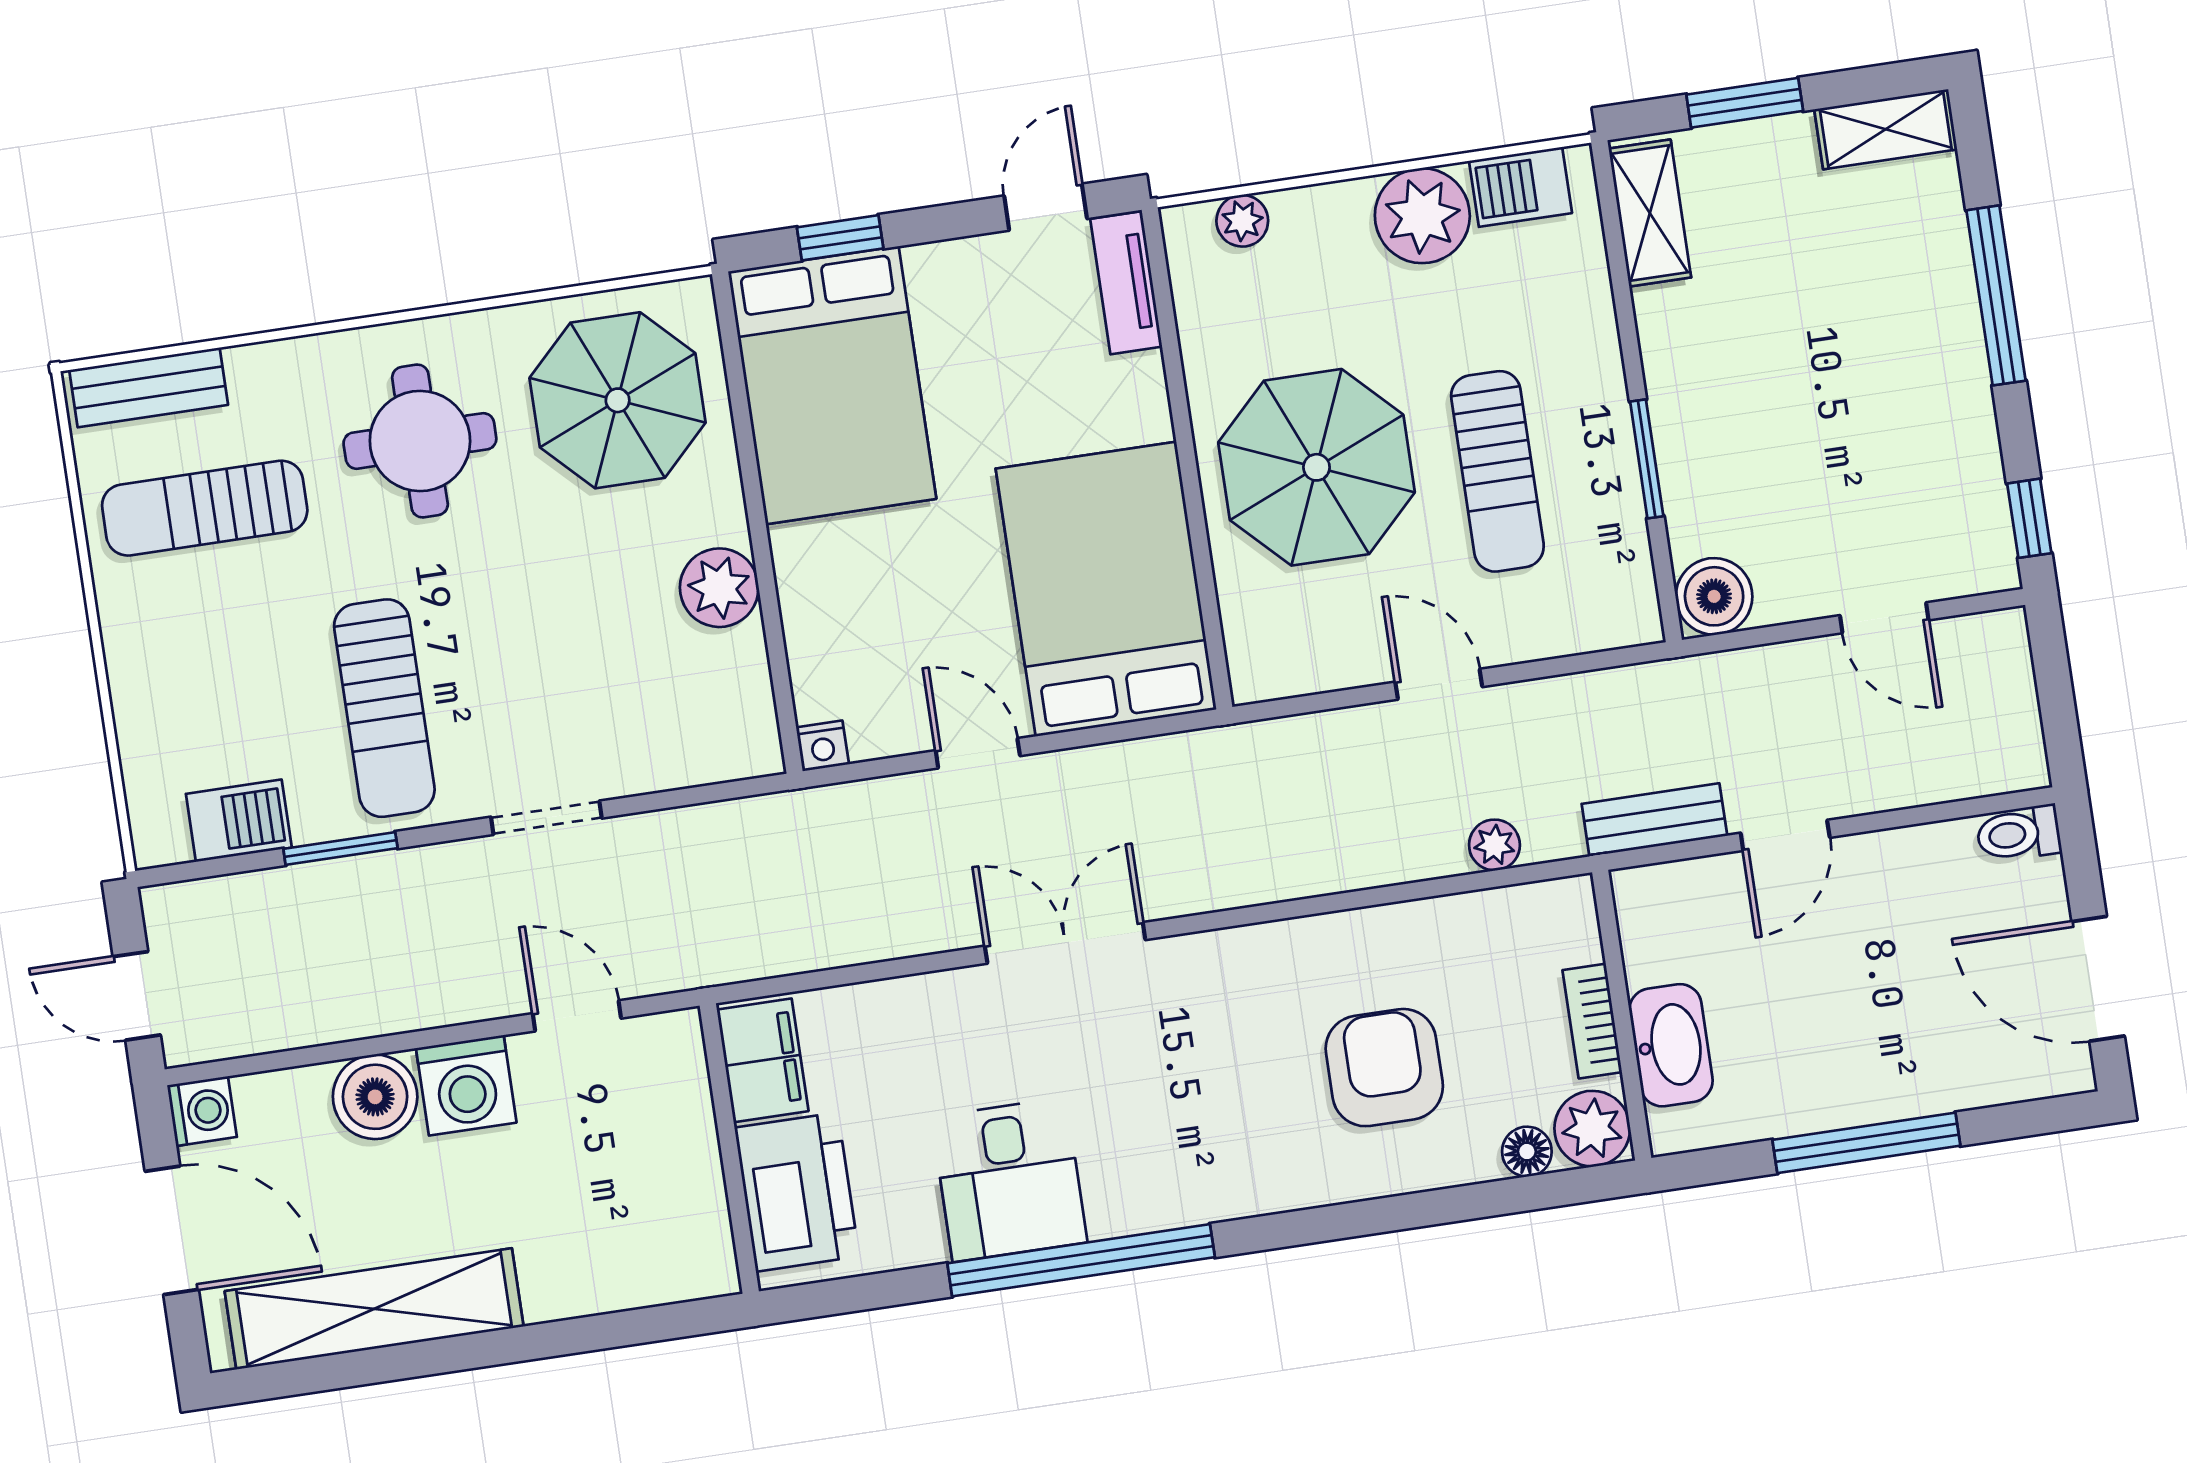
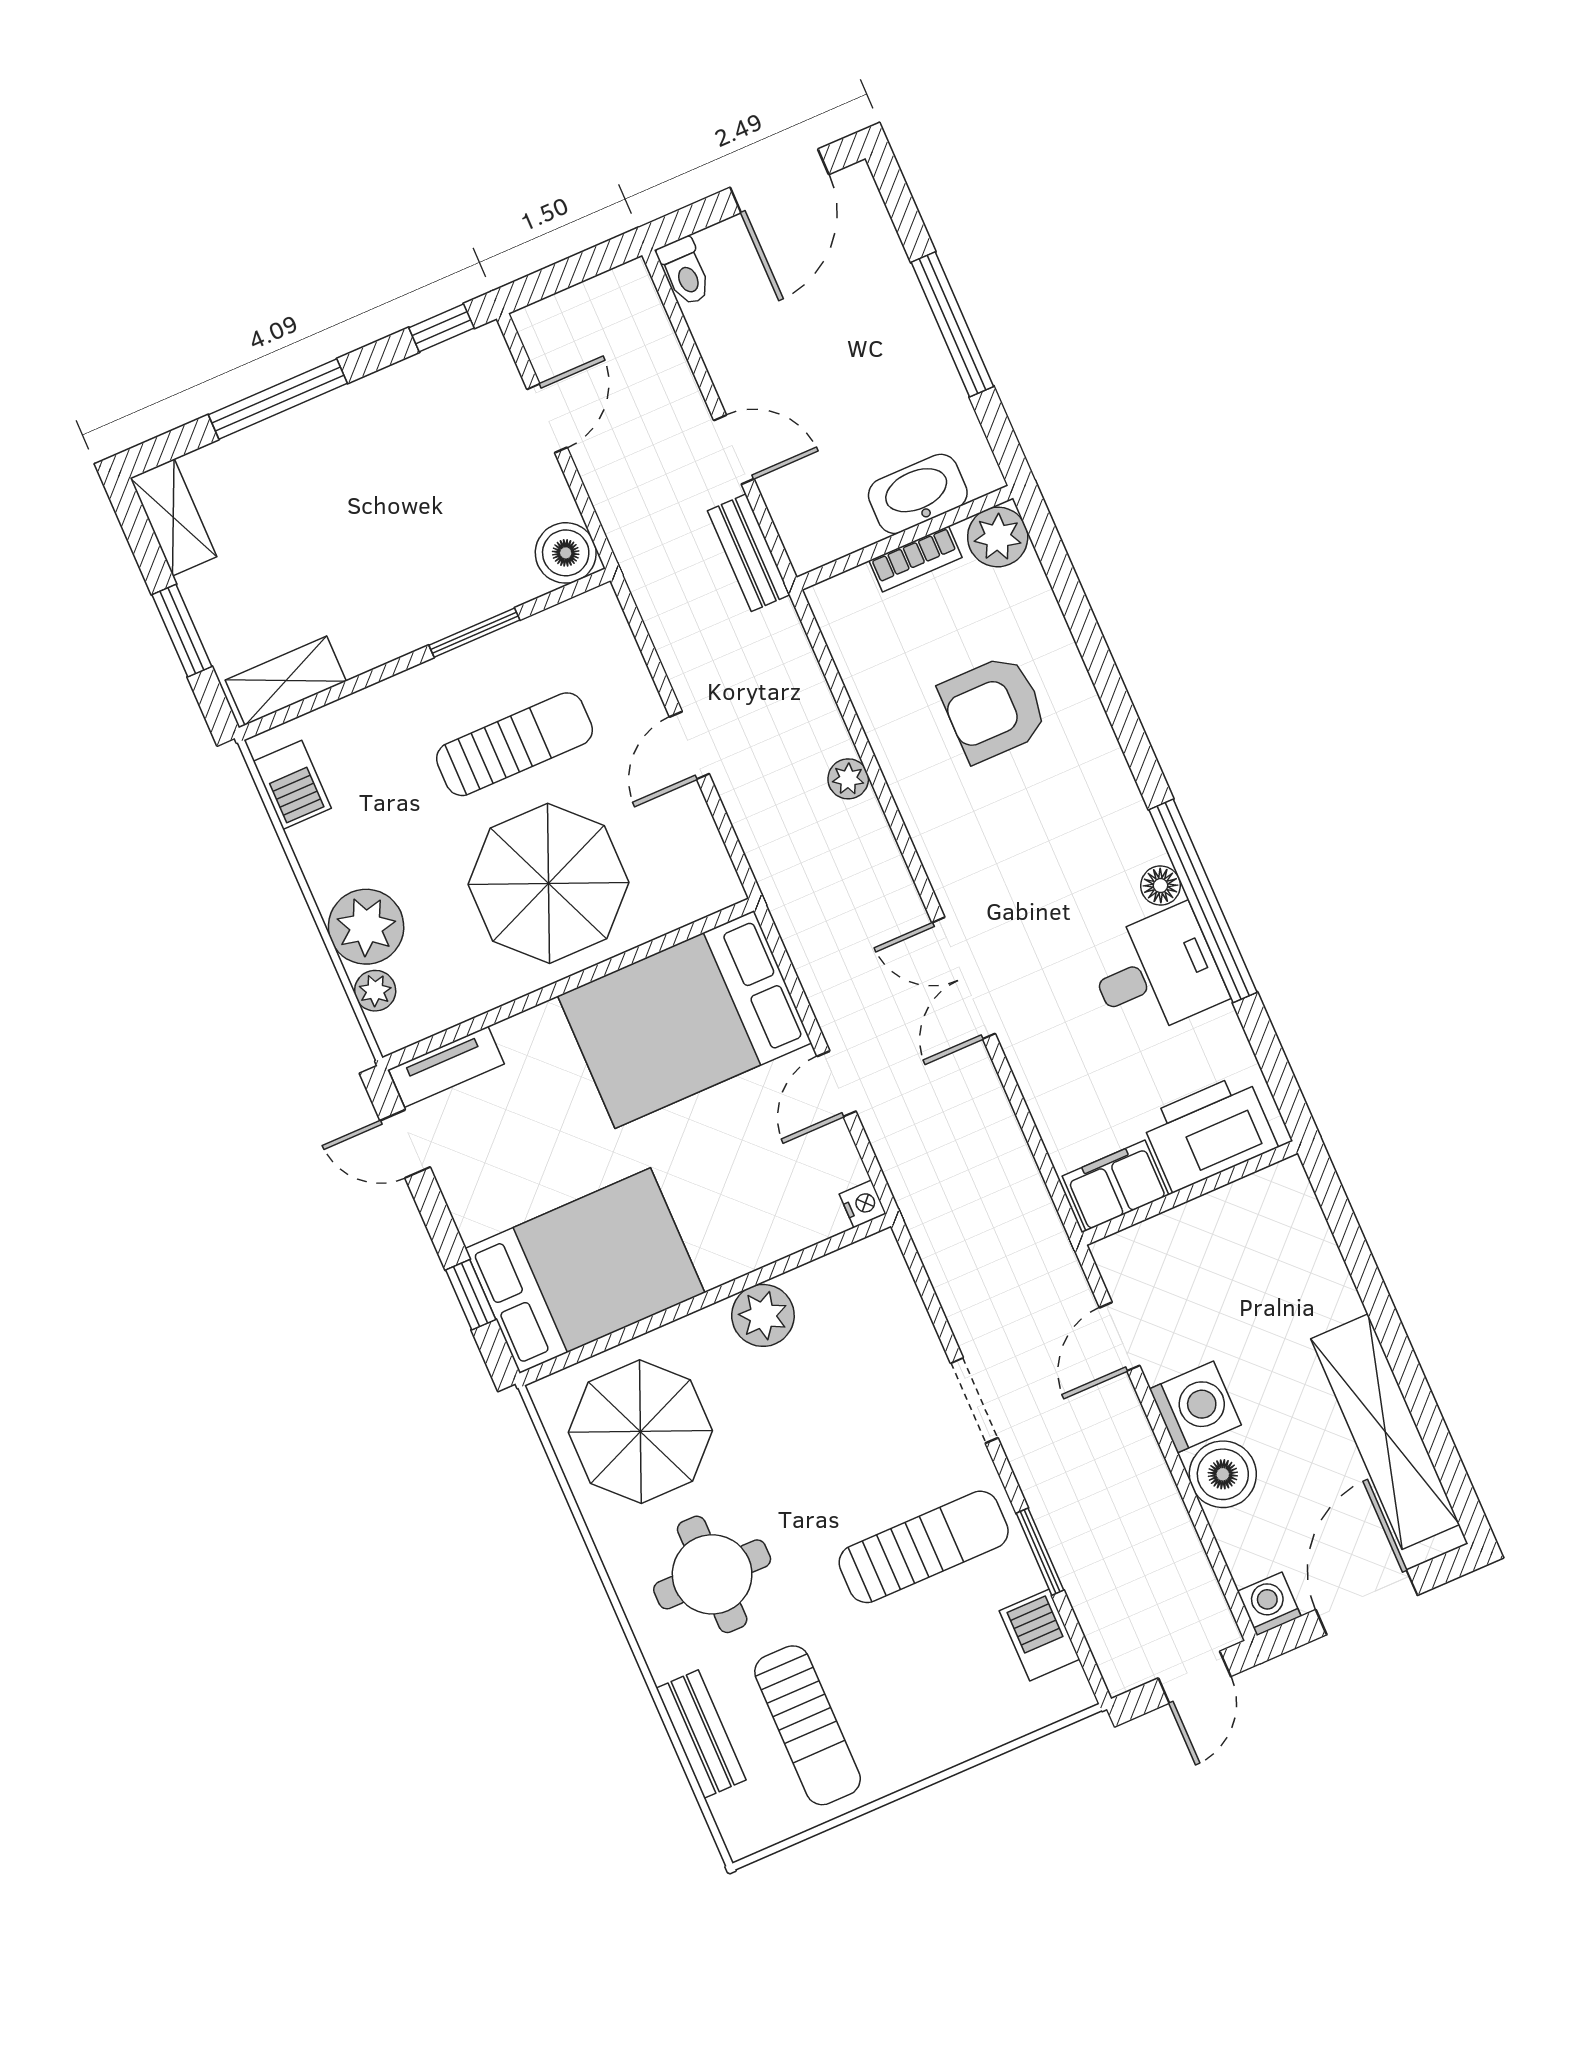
plant: (1422, 216) -> (366, 927), moved
bench: (149, 387) -> (701, 1734), moved
plant: (1494, 845) -> (848, 779), moved
floor lamp: (1527, 1152) -> (1160, 886), moved

